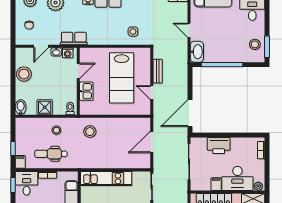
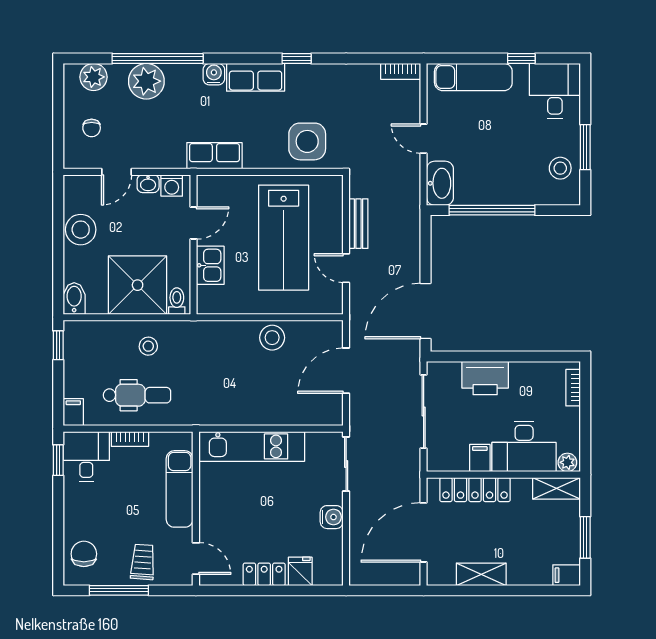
side table: (133, 32) -> (307, 141), width x1.87, depth x1.87
row of seats: (74, 38) -> (214, 156), moved
window: (267, 47) -> (585, 147), moved
shower: (45, 107) -> (138, 285), width x1.86, depth x1.86
stool: (90, 132) -> (272, 338), moved
window: (13, 148) -> (58, 345), moved
dental chair: (51, 154) -> (137, 395), turned 180

